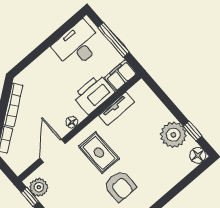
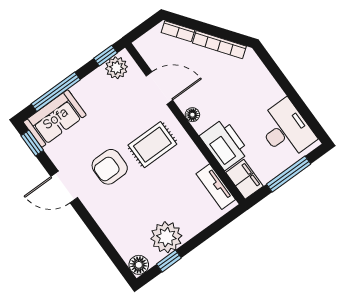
tv unit: (117, 109) -> (216, 187), moved

